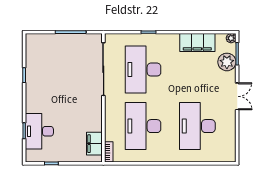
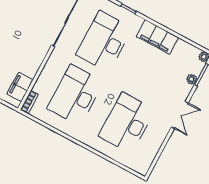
filing cabinet: (197, 43) -> (157, 37), moved
plant: (227, 62) -> (192, 79), width x0.53, depth x0.53

